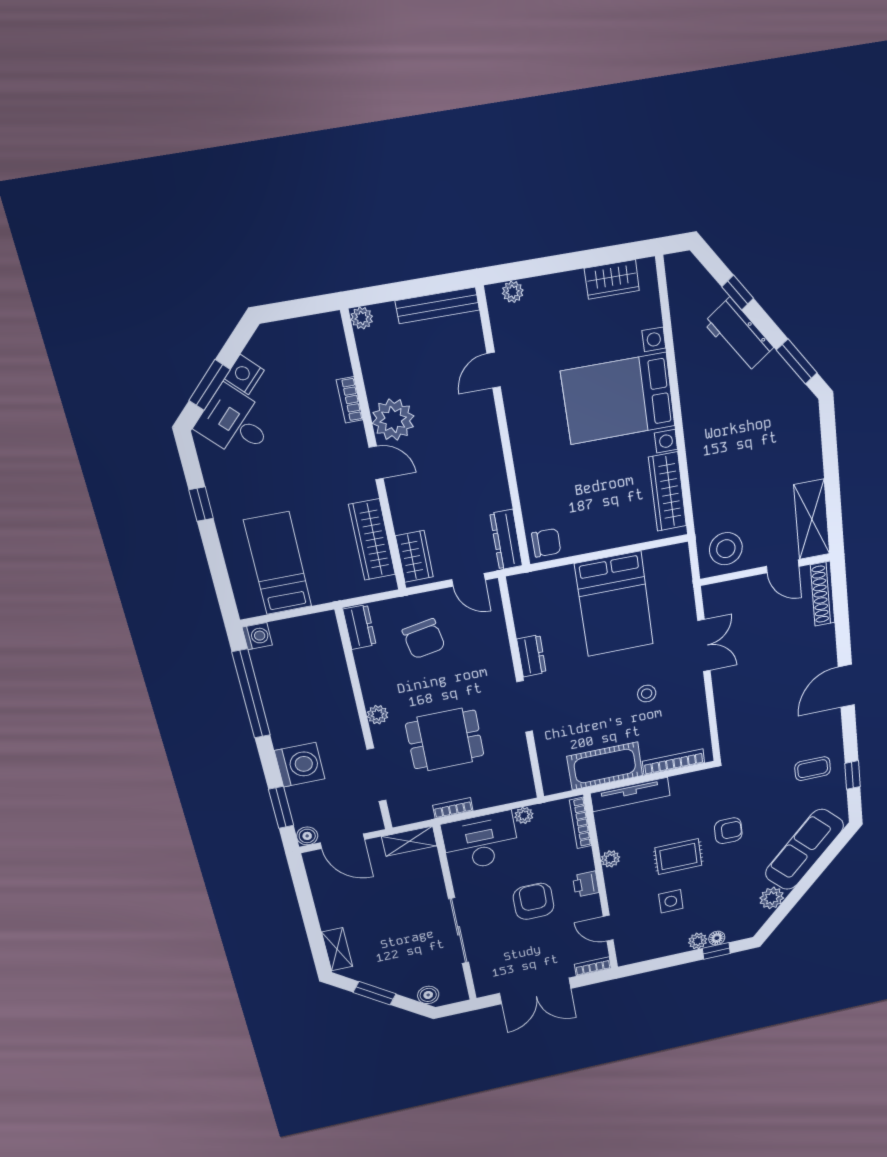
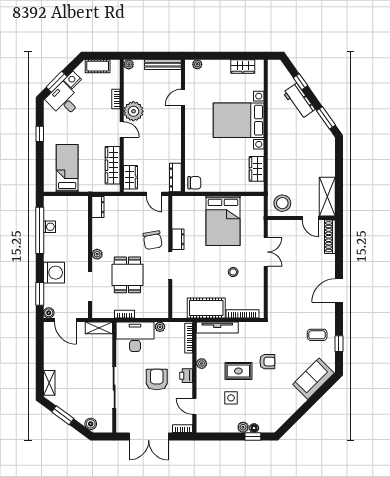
cot: (293, 334) -> (98, 66), added
wardrobe: (668, 492) -> (257, 169), width x0.67
washing machine: (257, 636) -> (49, 227), moved
chair: (424, 639) -> (153, 240), moved
dining table: (445, 740) -> (127, 275), turned 90
sofa: (804, 850) -> (313, 379), width x0.73
plant: (772, 898) -> (288, 410), removed

